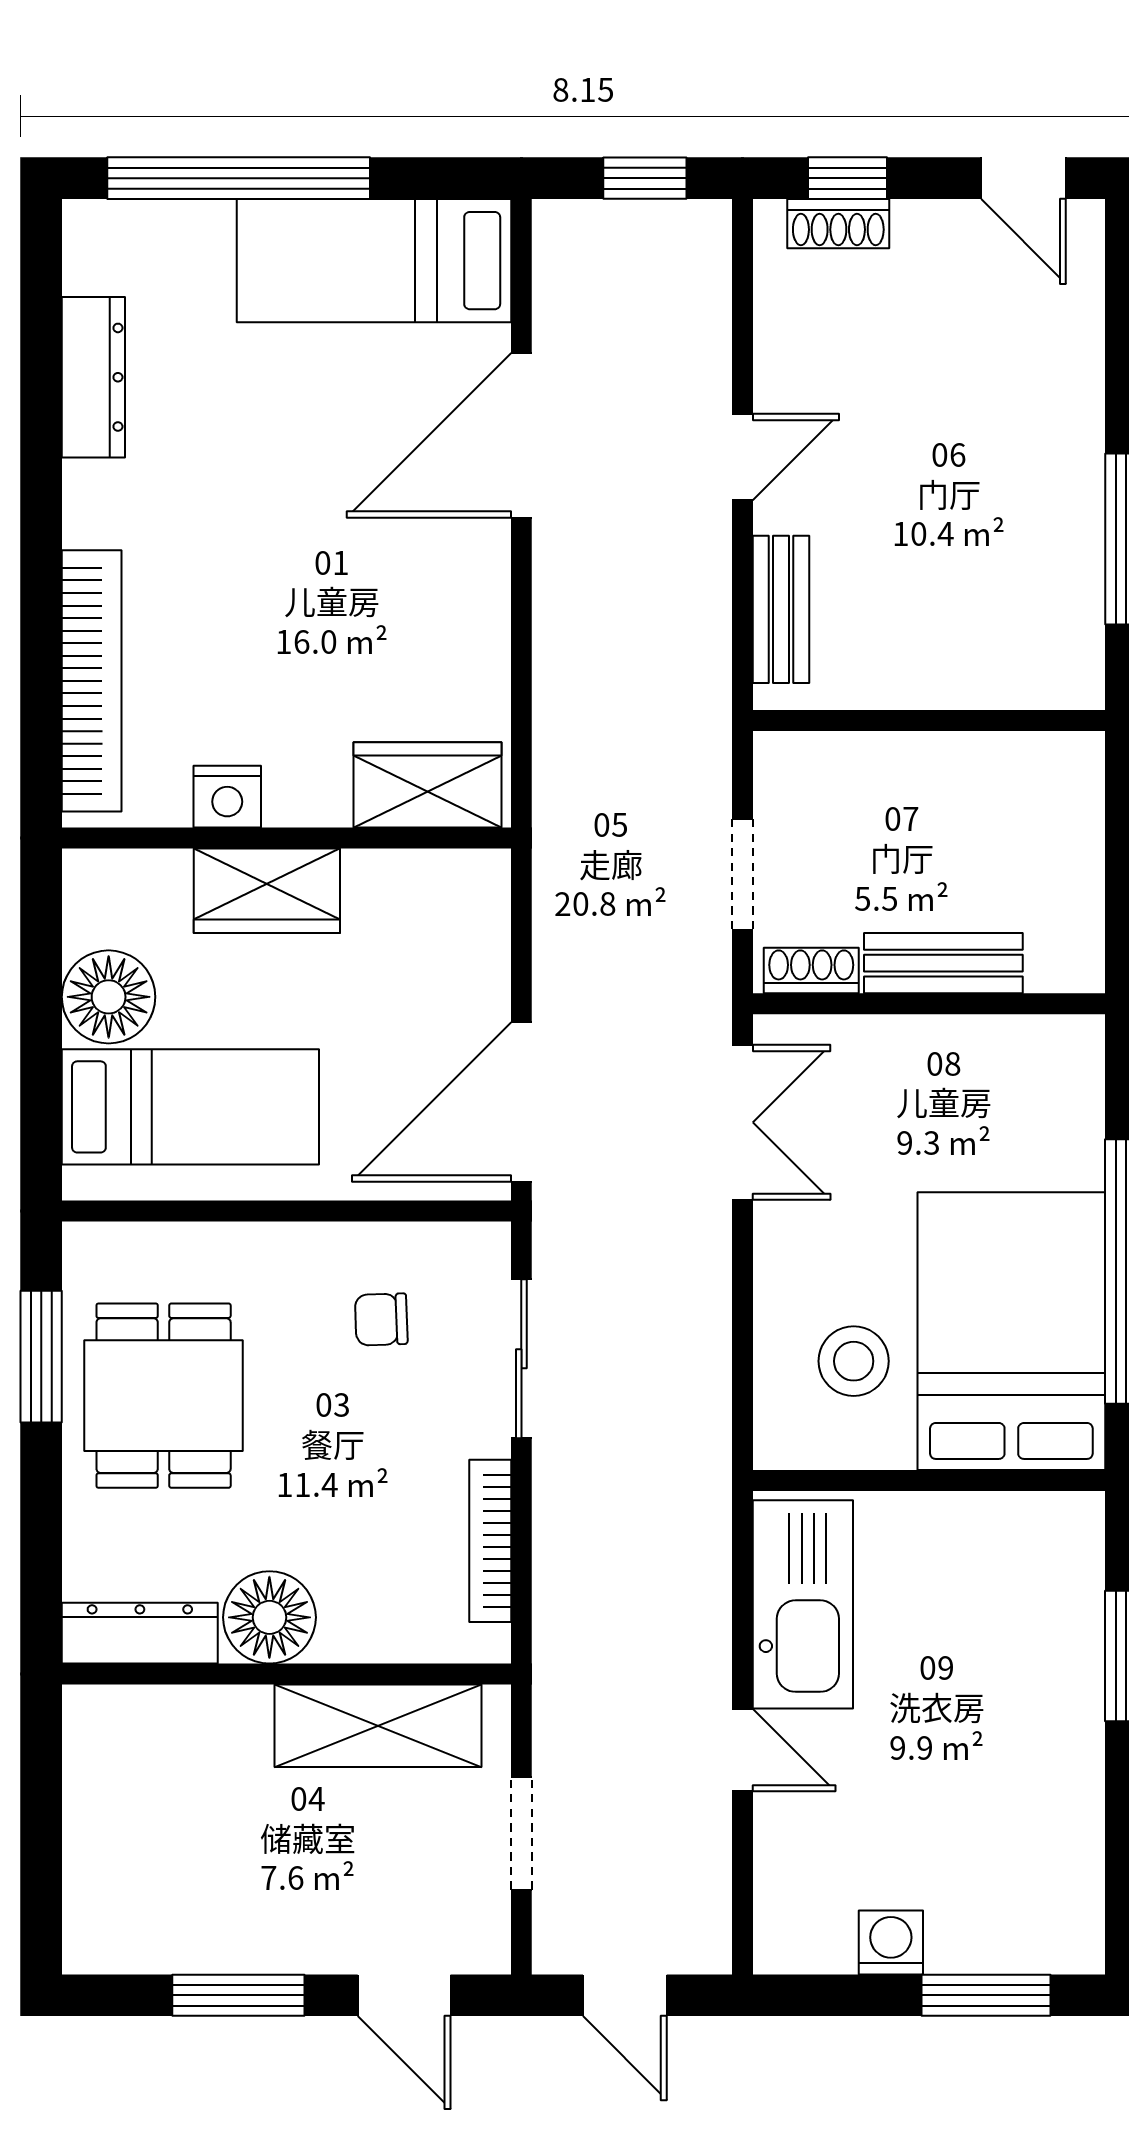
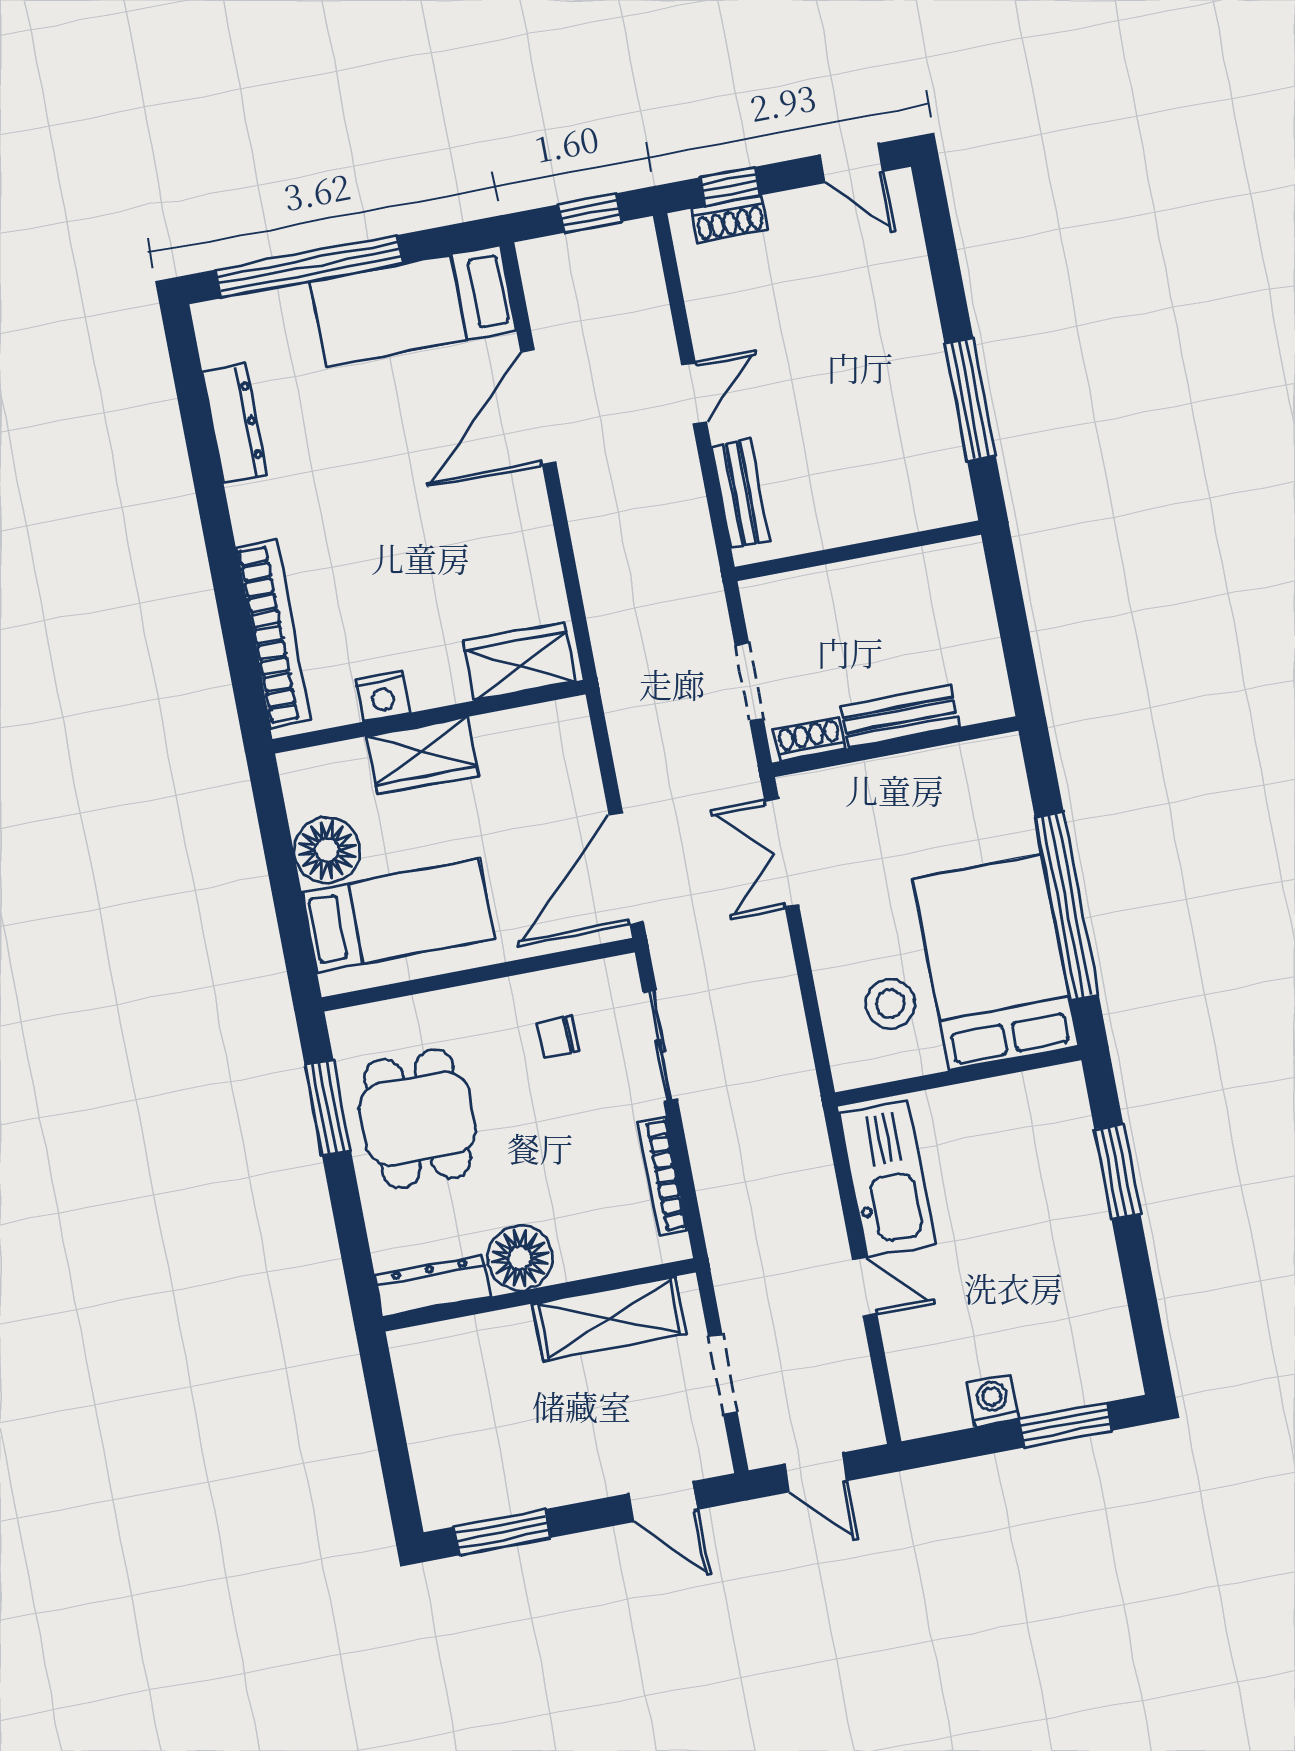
double door: (742, 1122) -> (782, 853), swing flipped
window: (238, 1995) -> (502, 1532), moved

